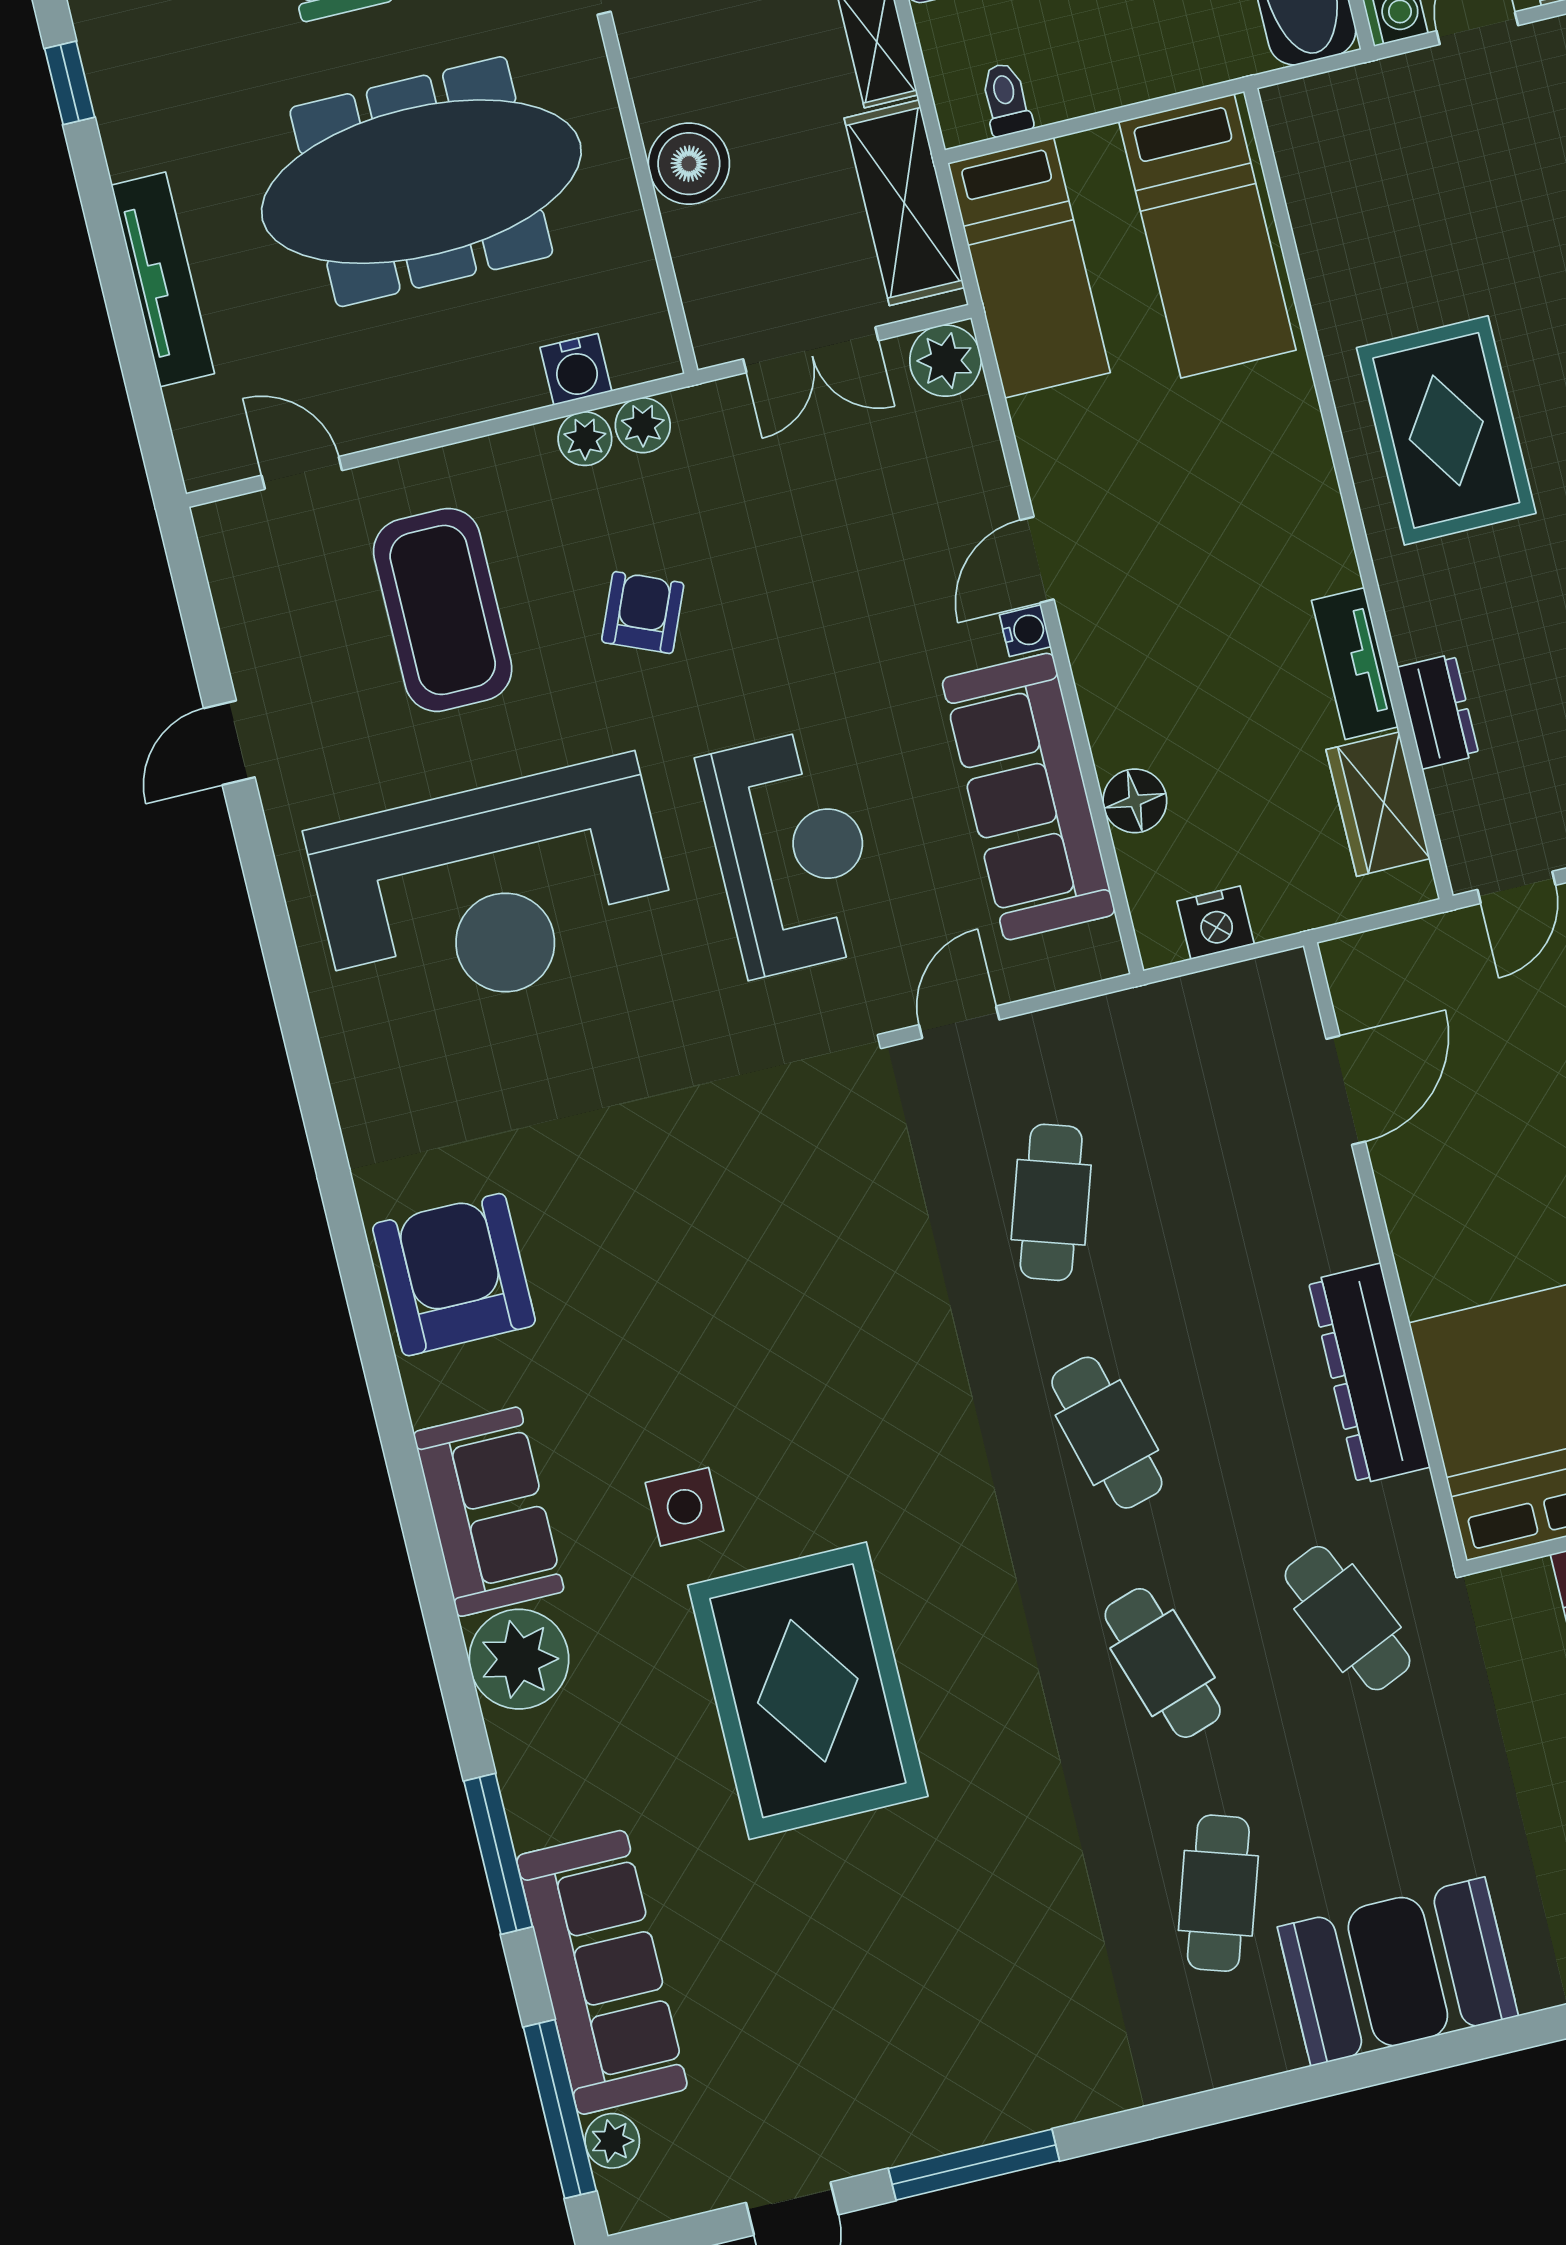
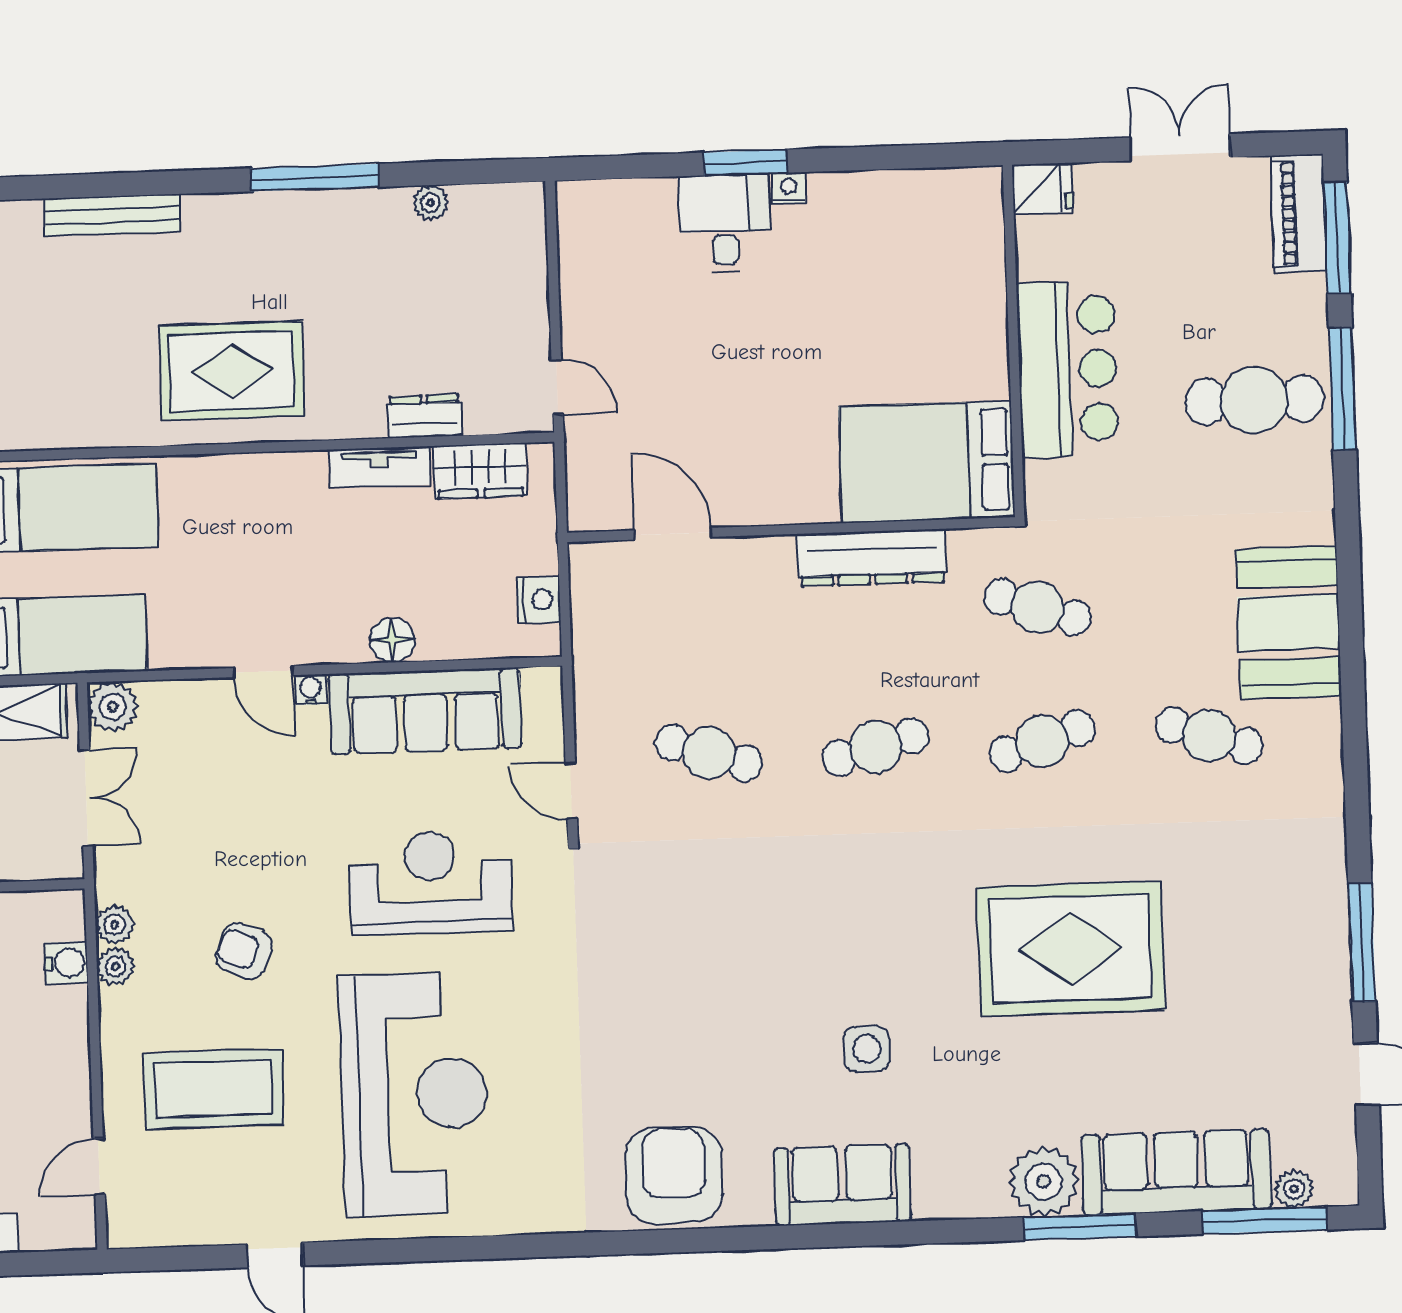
floor lamp: (1135, 801) -> (392, 640), moved
armchair: (454, 1275) -> (674, 1175), turned 90
cafe table: (1348, 1618) -> (1038, 607), turned 42
plant: (519, 1659) -> (1044, 1182), moved
rug: (808, 1691) -> (1071, 949), moved

